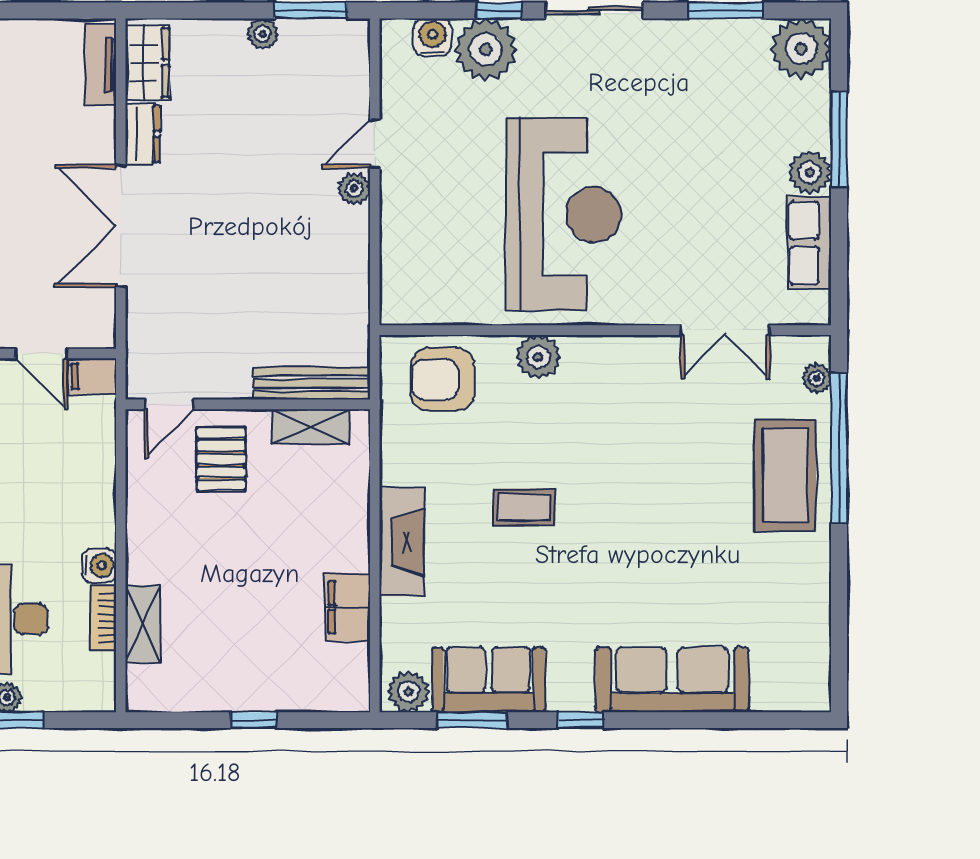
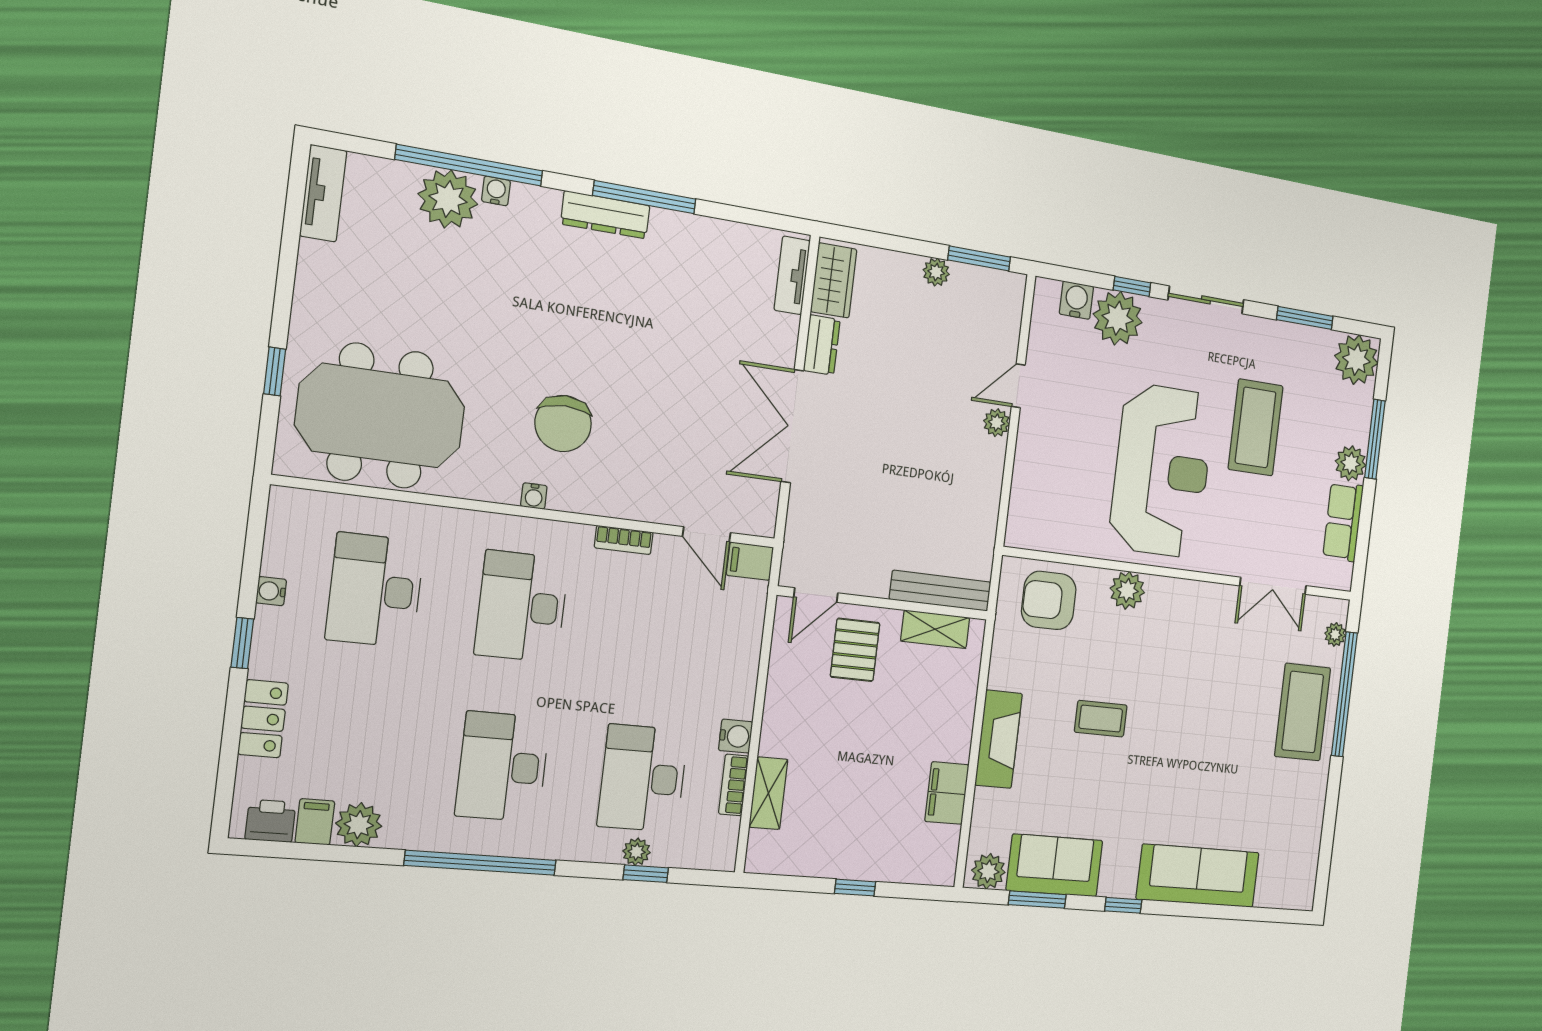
coffee table: (678, 148) -> (1256, 427), added

